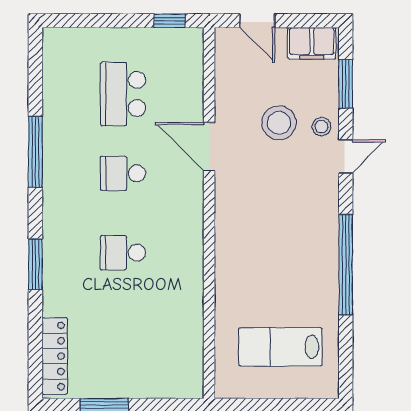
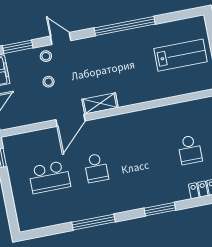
stool: (279, 123) -> (48, 82), width x0.53, depth x0.53
shelving: (227, 200) -> (100, 103), added
school desk: (123, 253) -> (190, 150), moved
lab bench: (280, 347) -> (181, 55), turned -90

